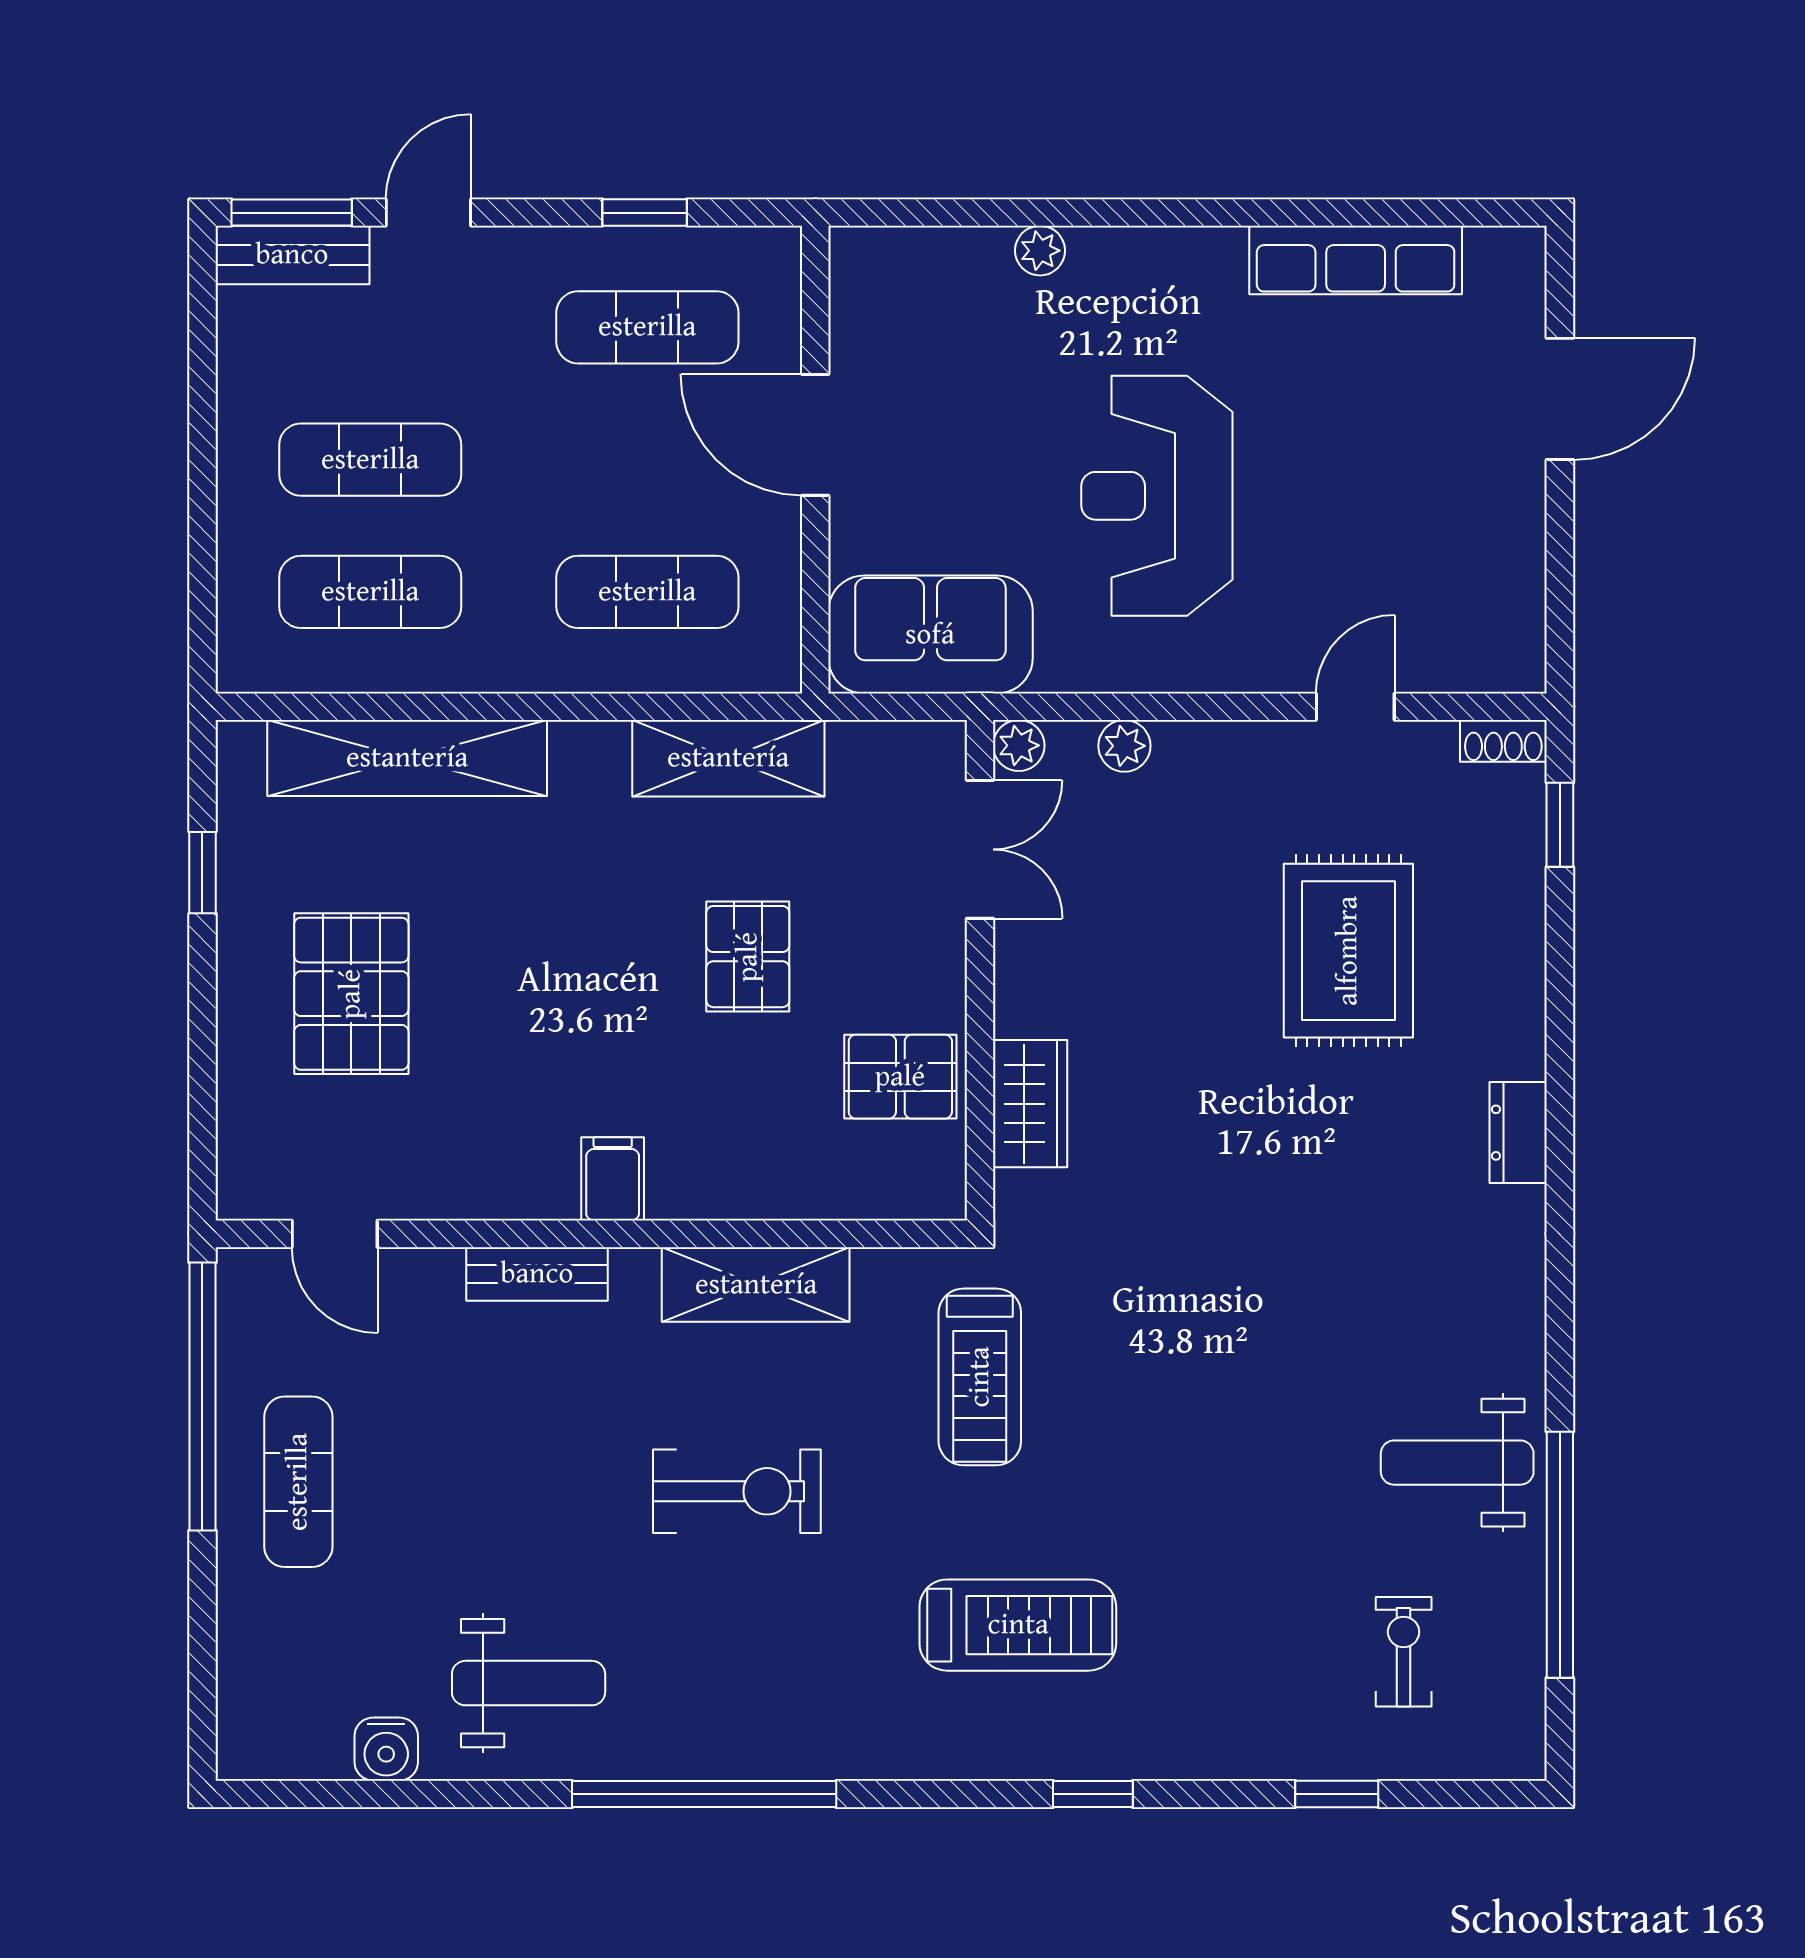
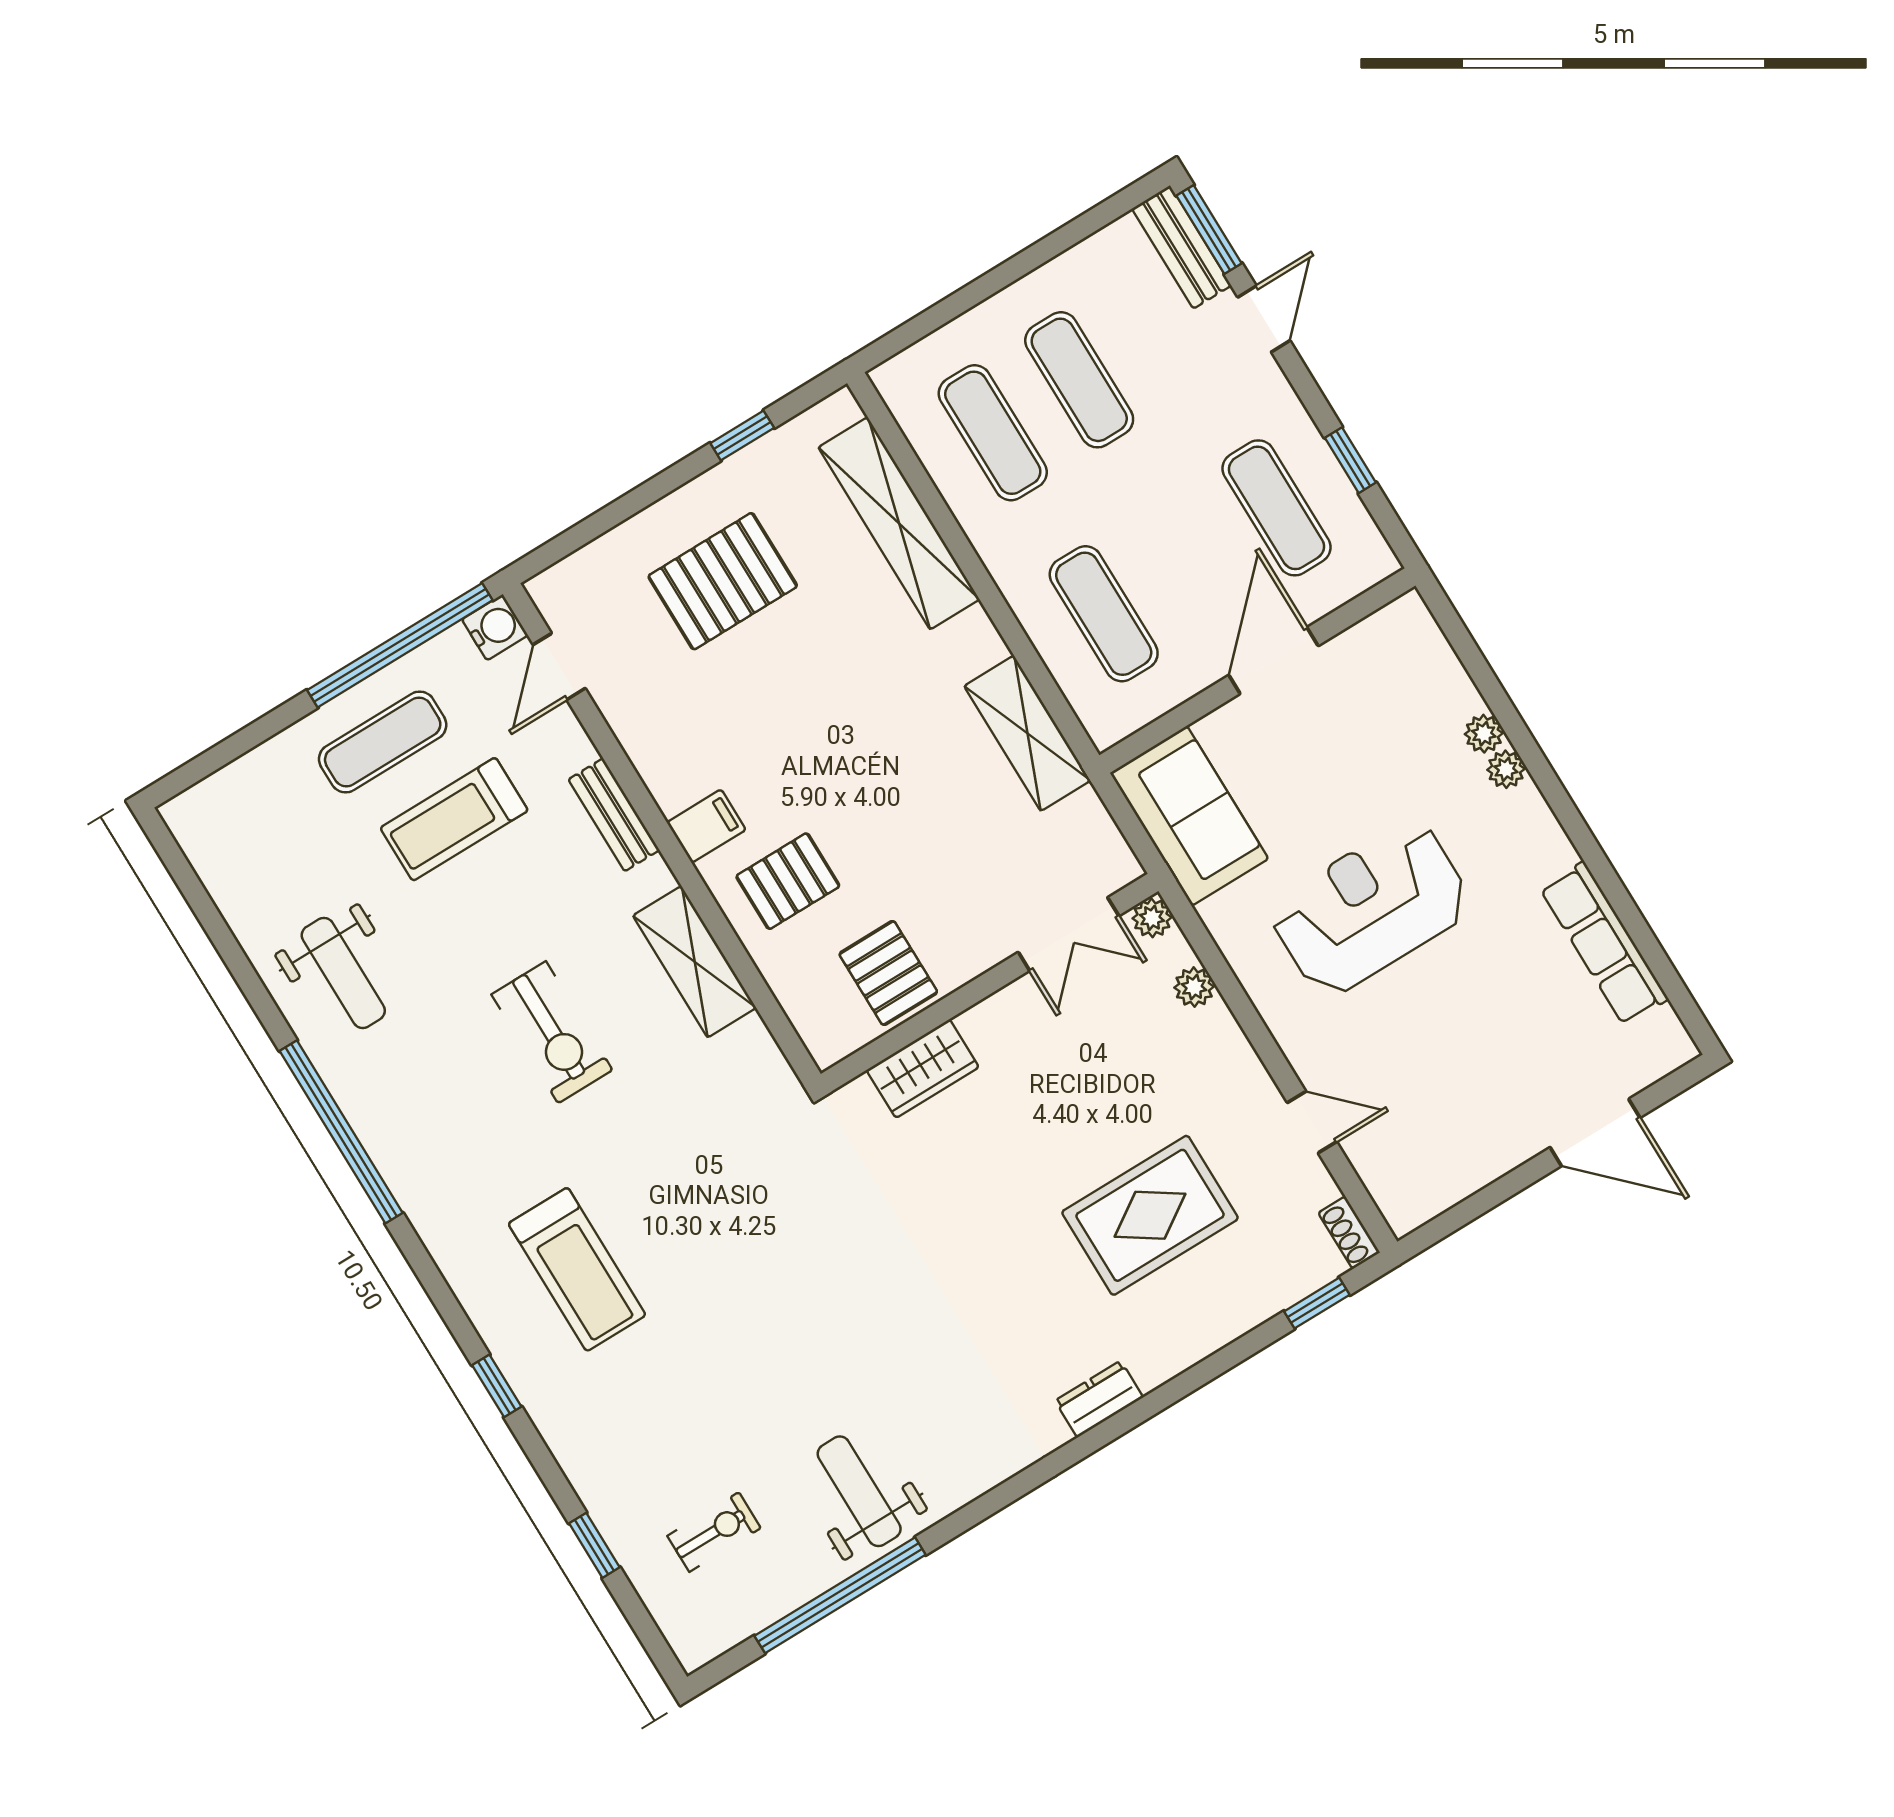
door: (428, 213) -> (1264, 319), hinge flipped
plant: (1095, 250) -> (1506, 769), added
pallet: (748, 957) -> (788, 881), moved
treadmill: (980, 1377) -> (454, 819), moved
water cooler: (386, 1749) -> (495, 627), moved, turned 180

